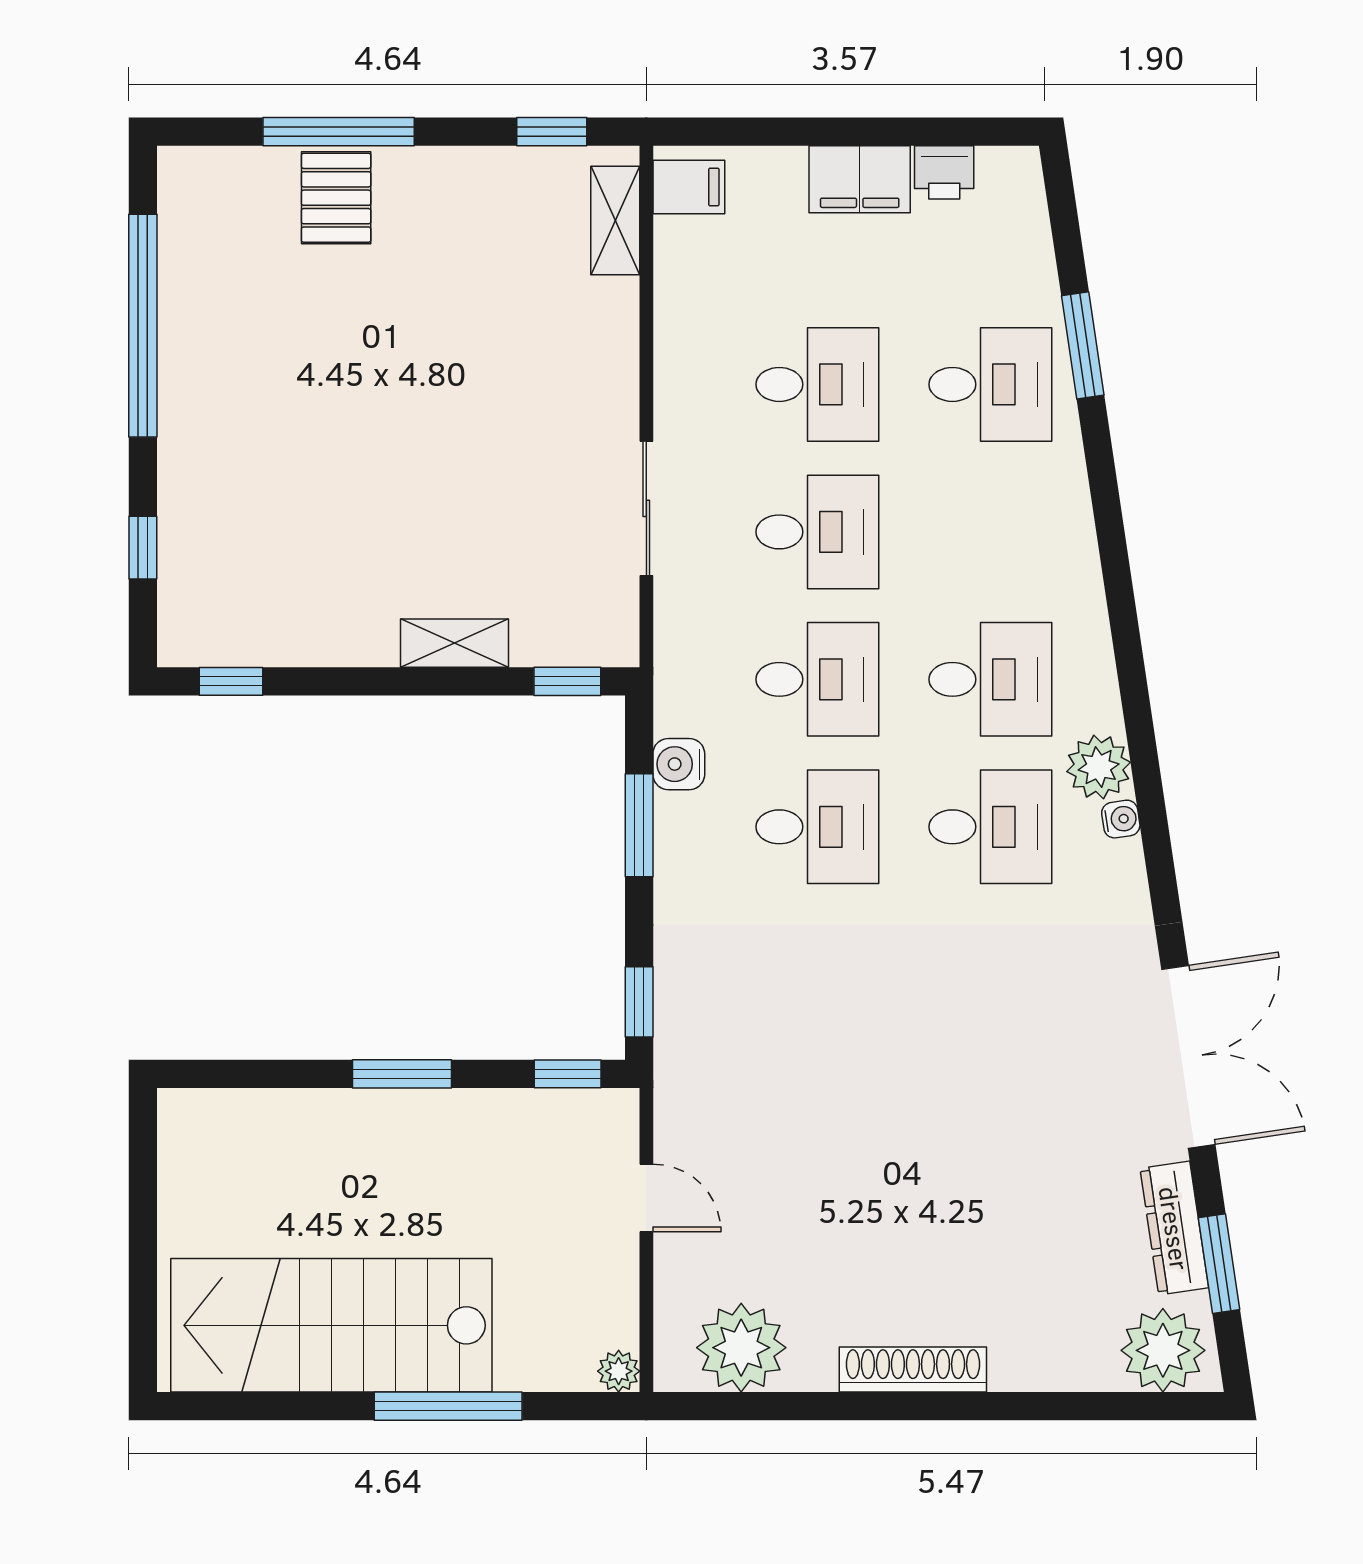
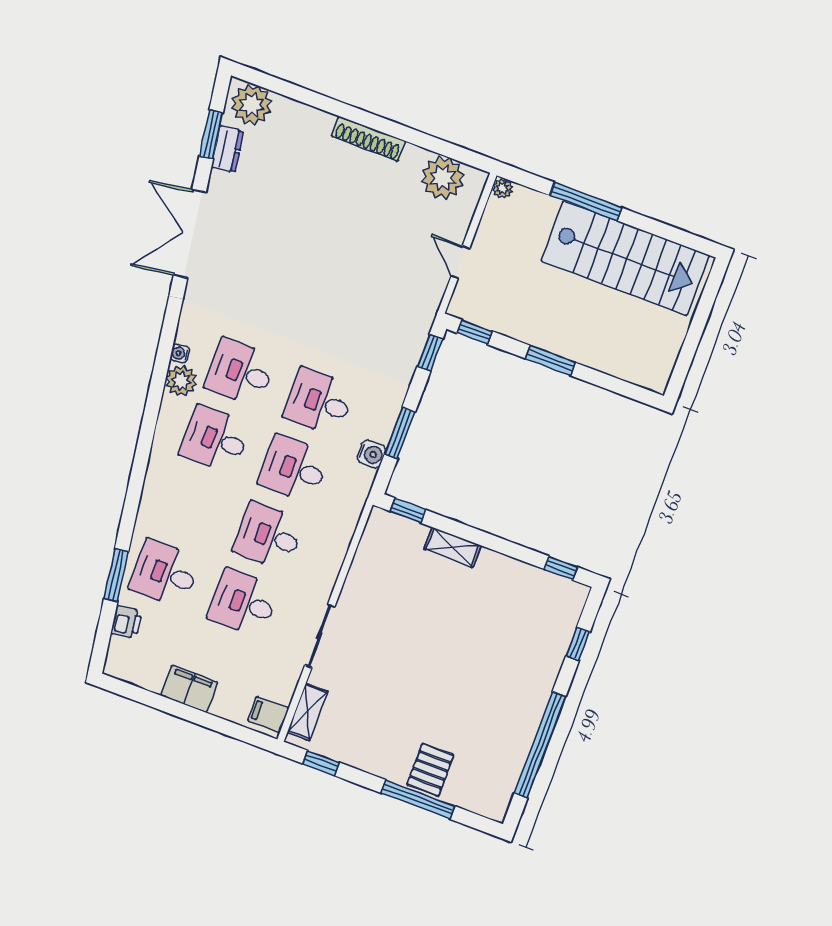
printer: (944, 172) -> (126, 622), moved, turned 82
sliding door: (646, 508) -> (320, 636), moved
dresser: (1174, 1228) -> (227, 149), width x0.70

